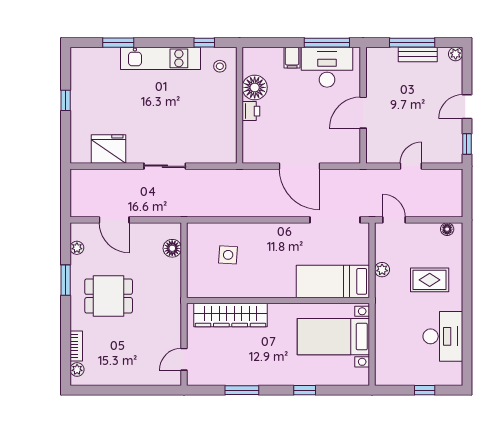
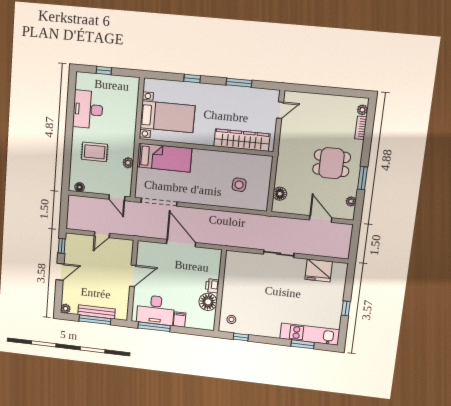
bench: (418, 54) -> (96, 312), width x1.36
kitchen unit: (160, 58) -> (310, 334), moved

